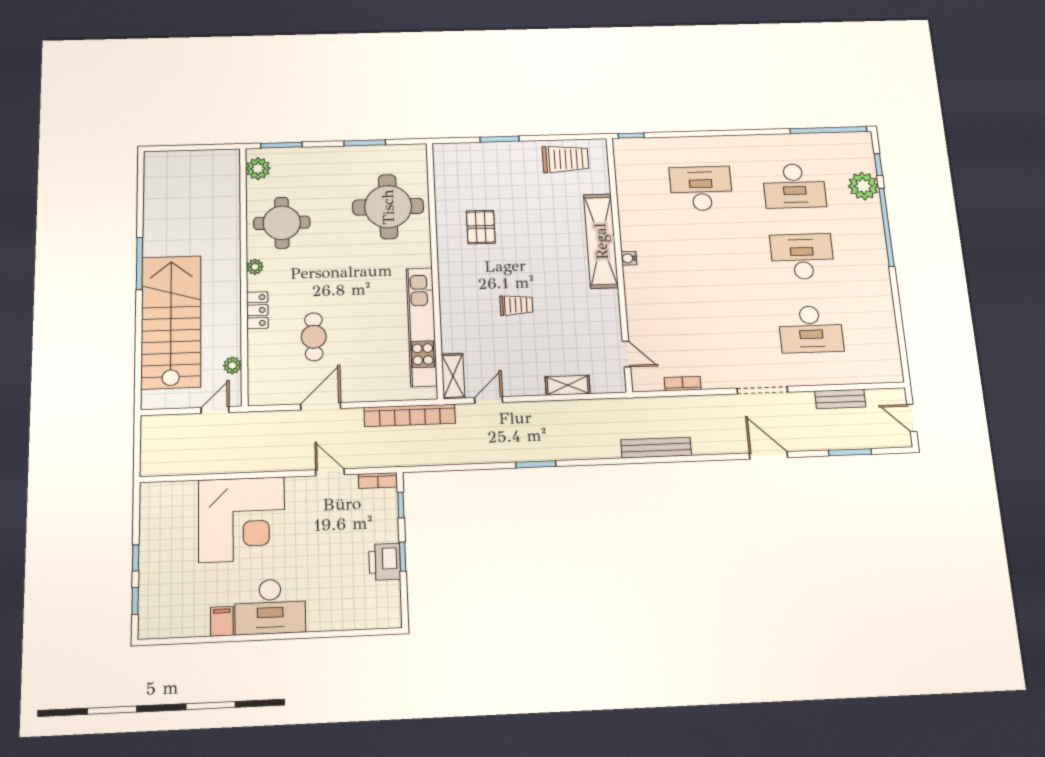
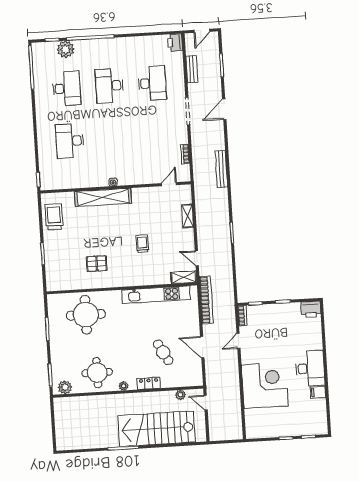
cafe table: (314, 337) -> (163, 352), turned 61
printer: (887, 370) -> (175, 43), added
printer: (385, 562) -> (311, 309), moved

